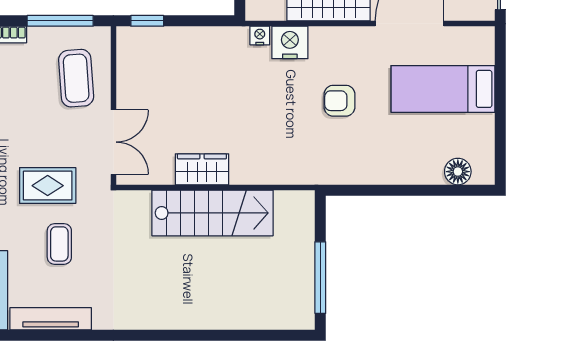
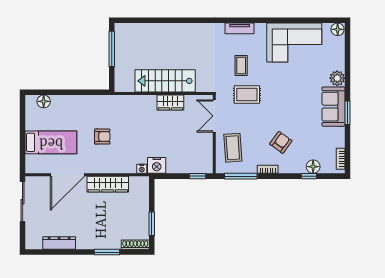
nightstand: (290, 42) -> (157, 165), moved
tv unit: (51, 319) -> (240, 28), width x0.71

